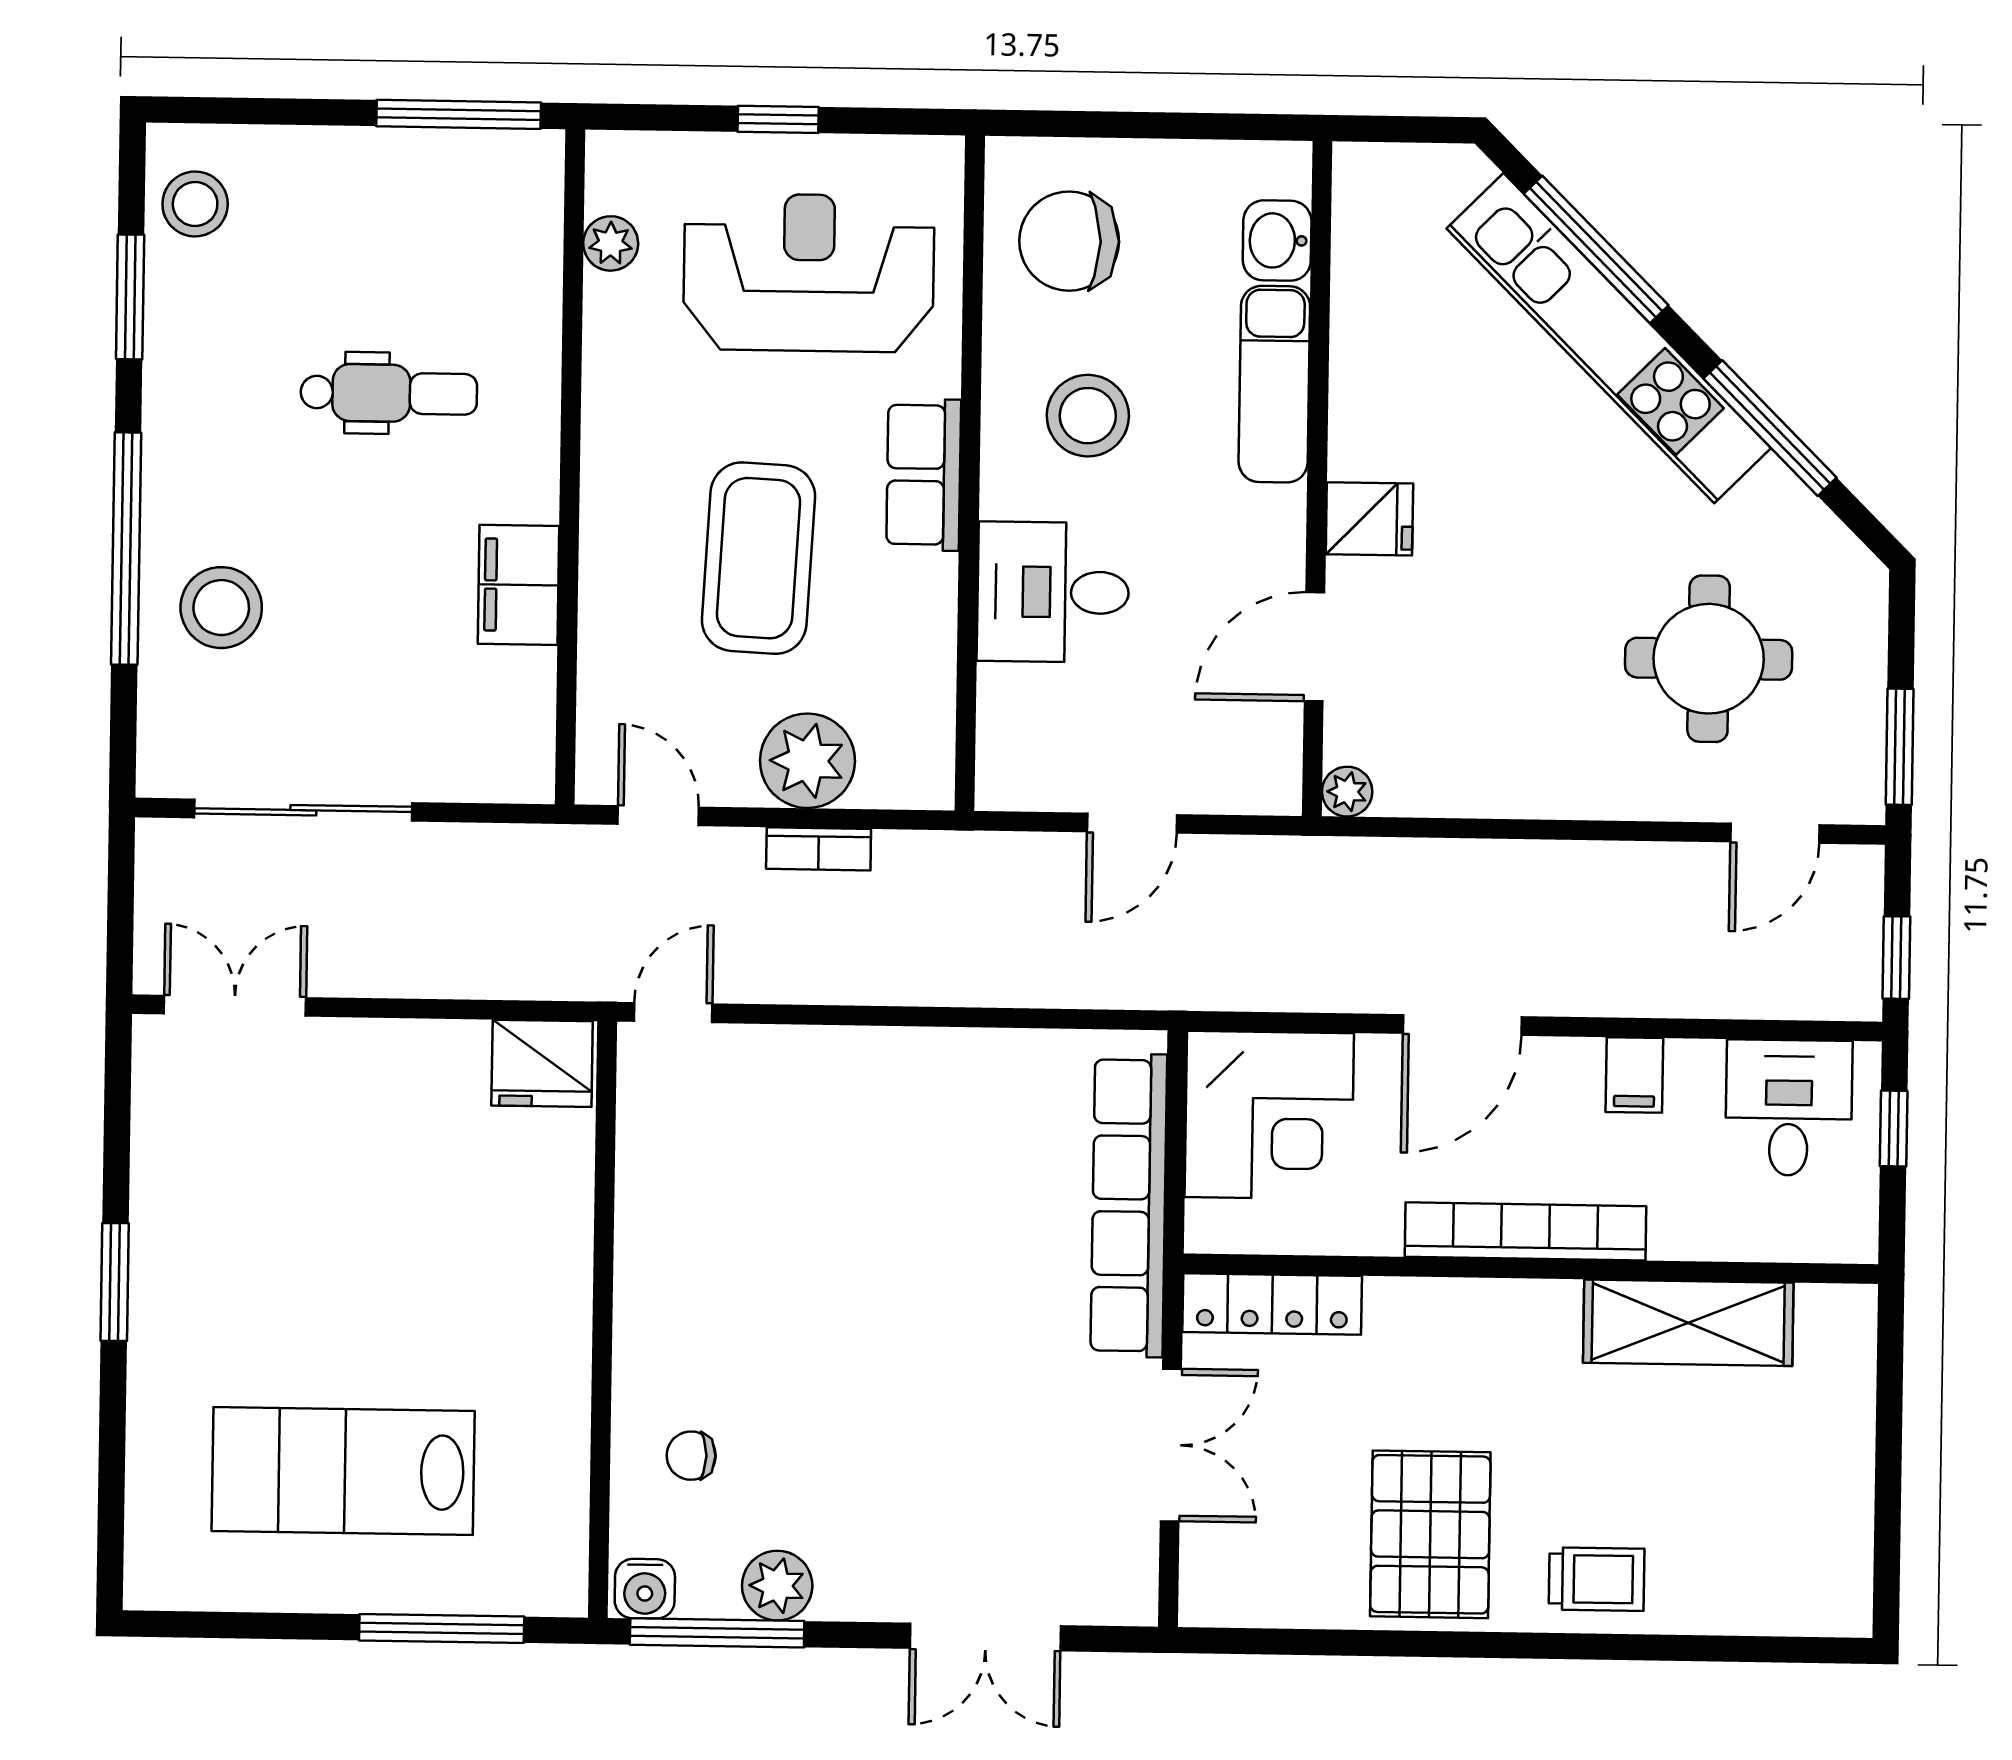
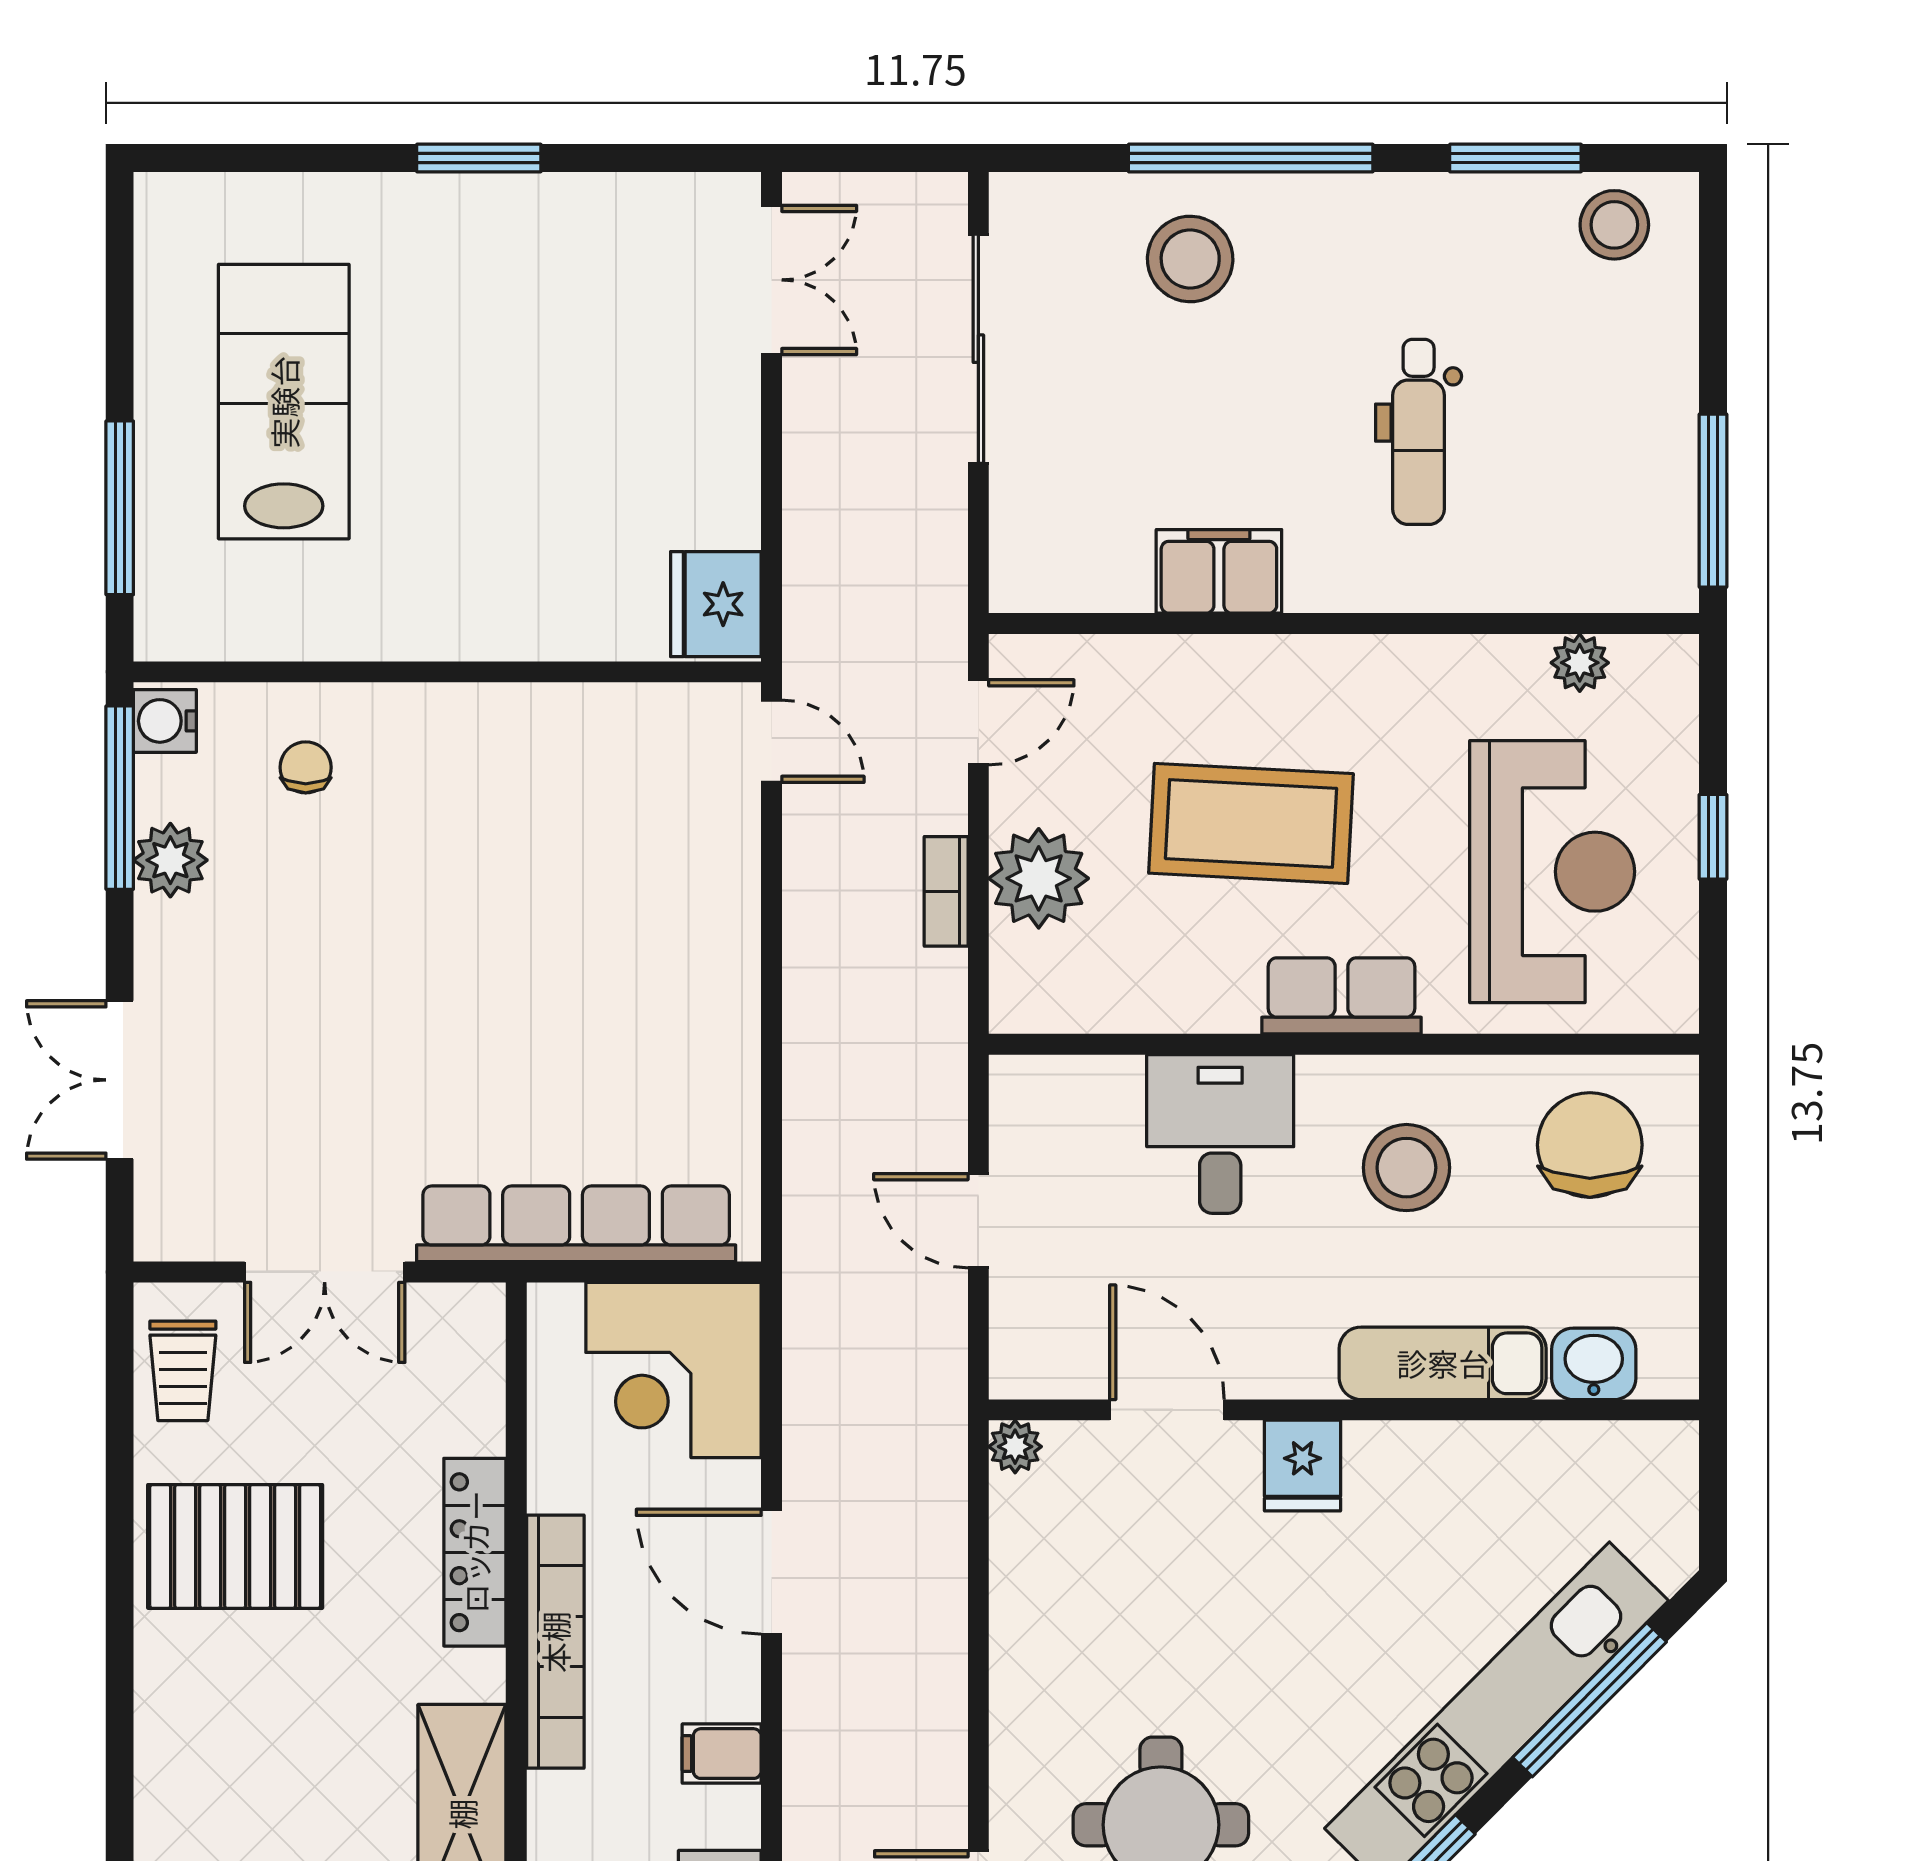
locker: (1272, 1304) -> (475, 1552), moved
trolley: (1597, 1579) -> (183, 1371), moved

